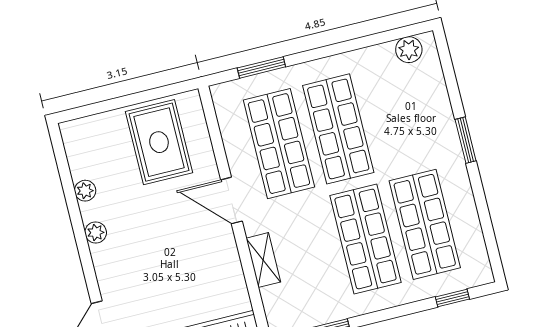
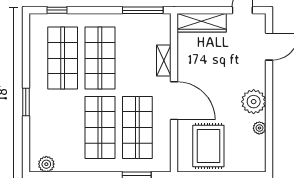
door: (231, 200) -> (174, 101), width x1.36
plant: (96, 232) -> (254, 102), width x1.87, depth x1.87

